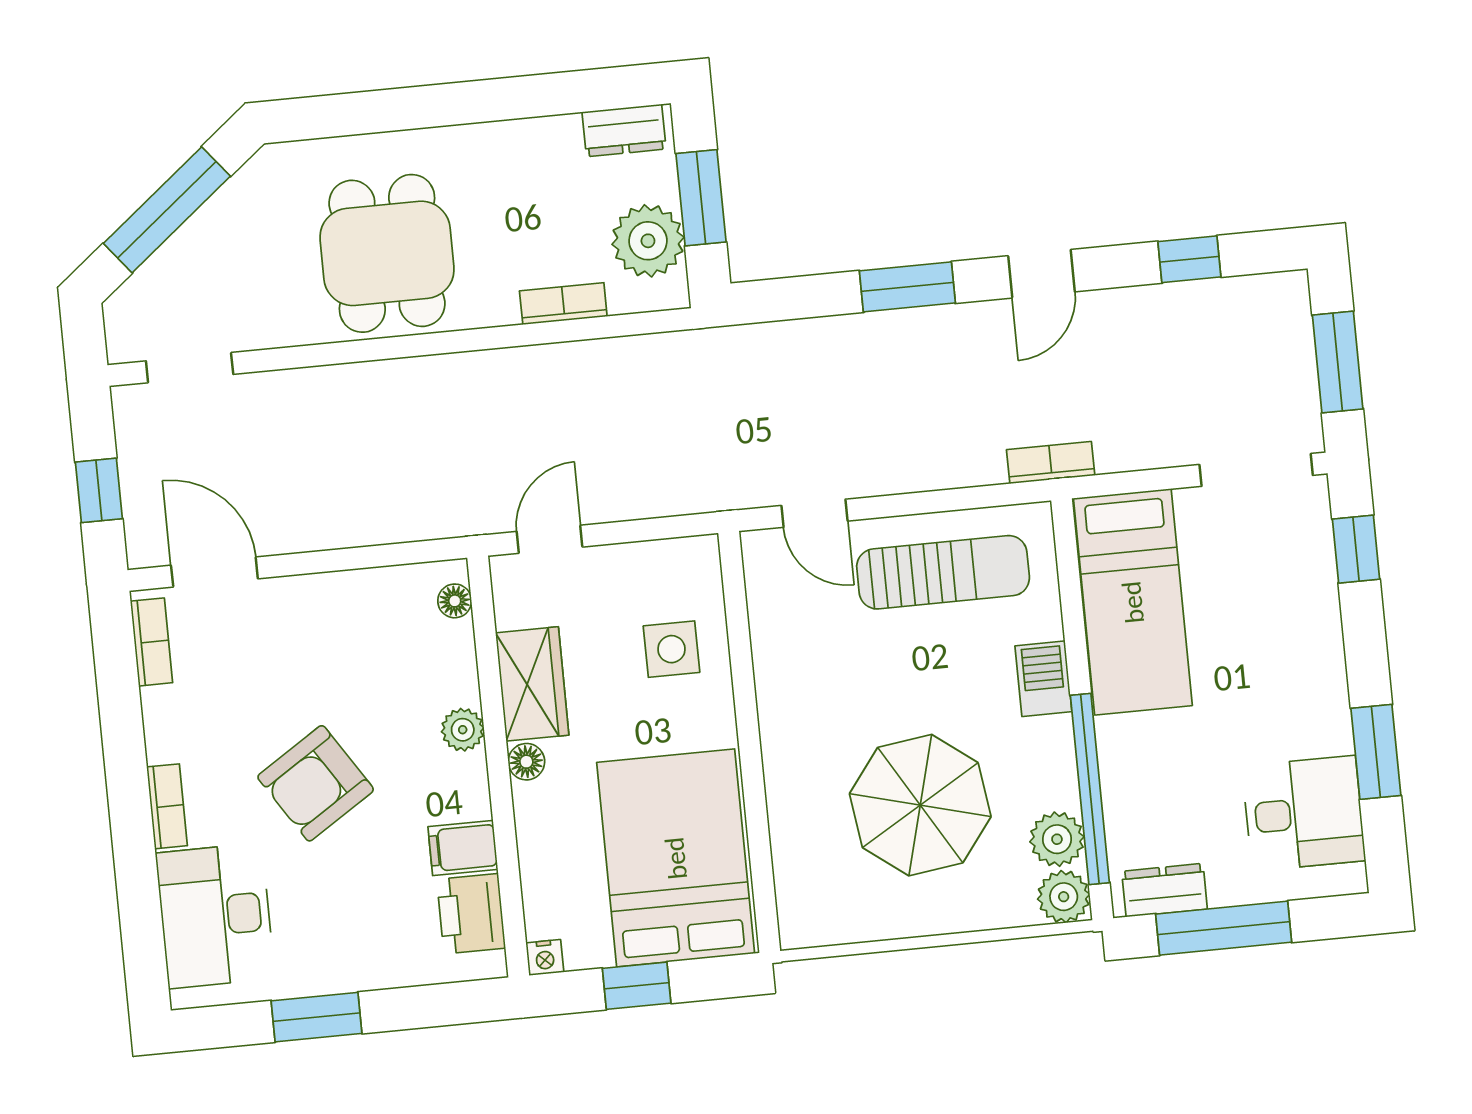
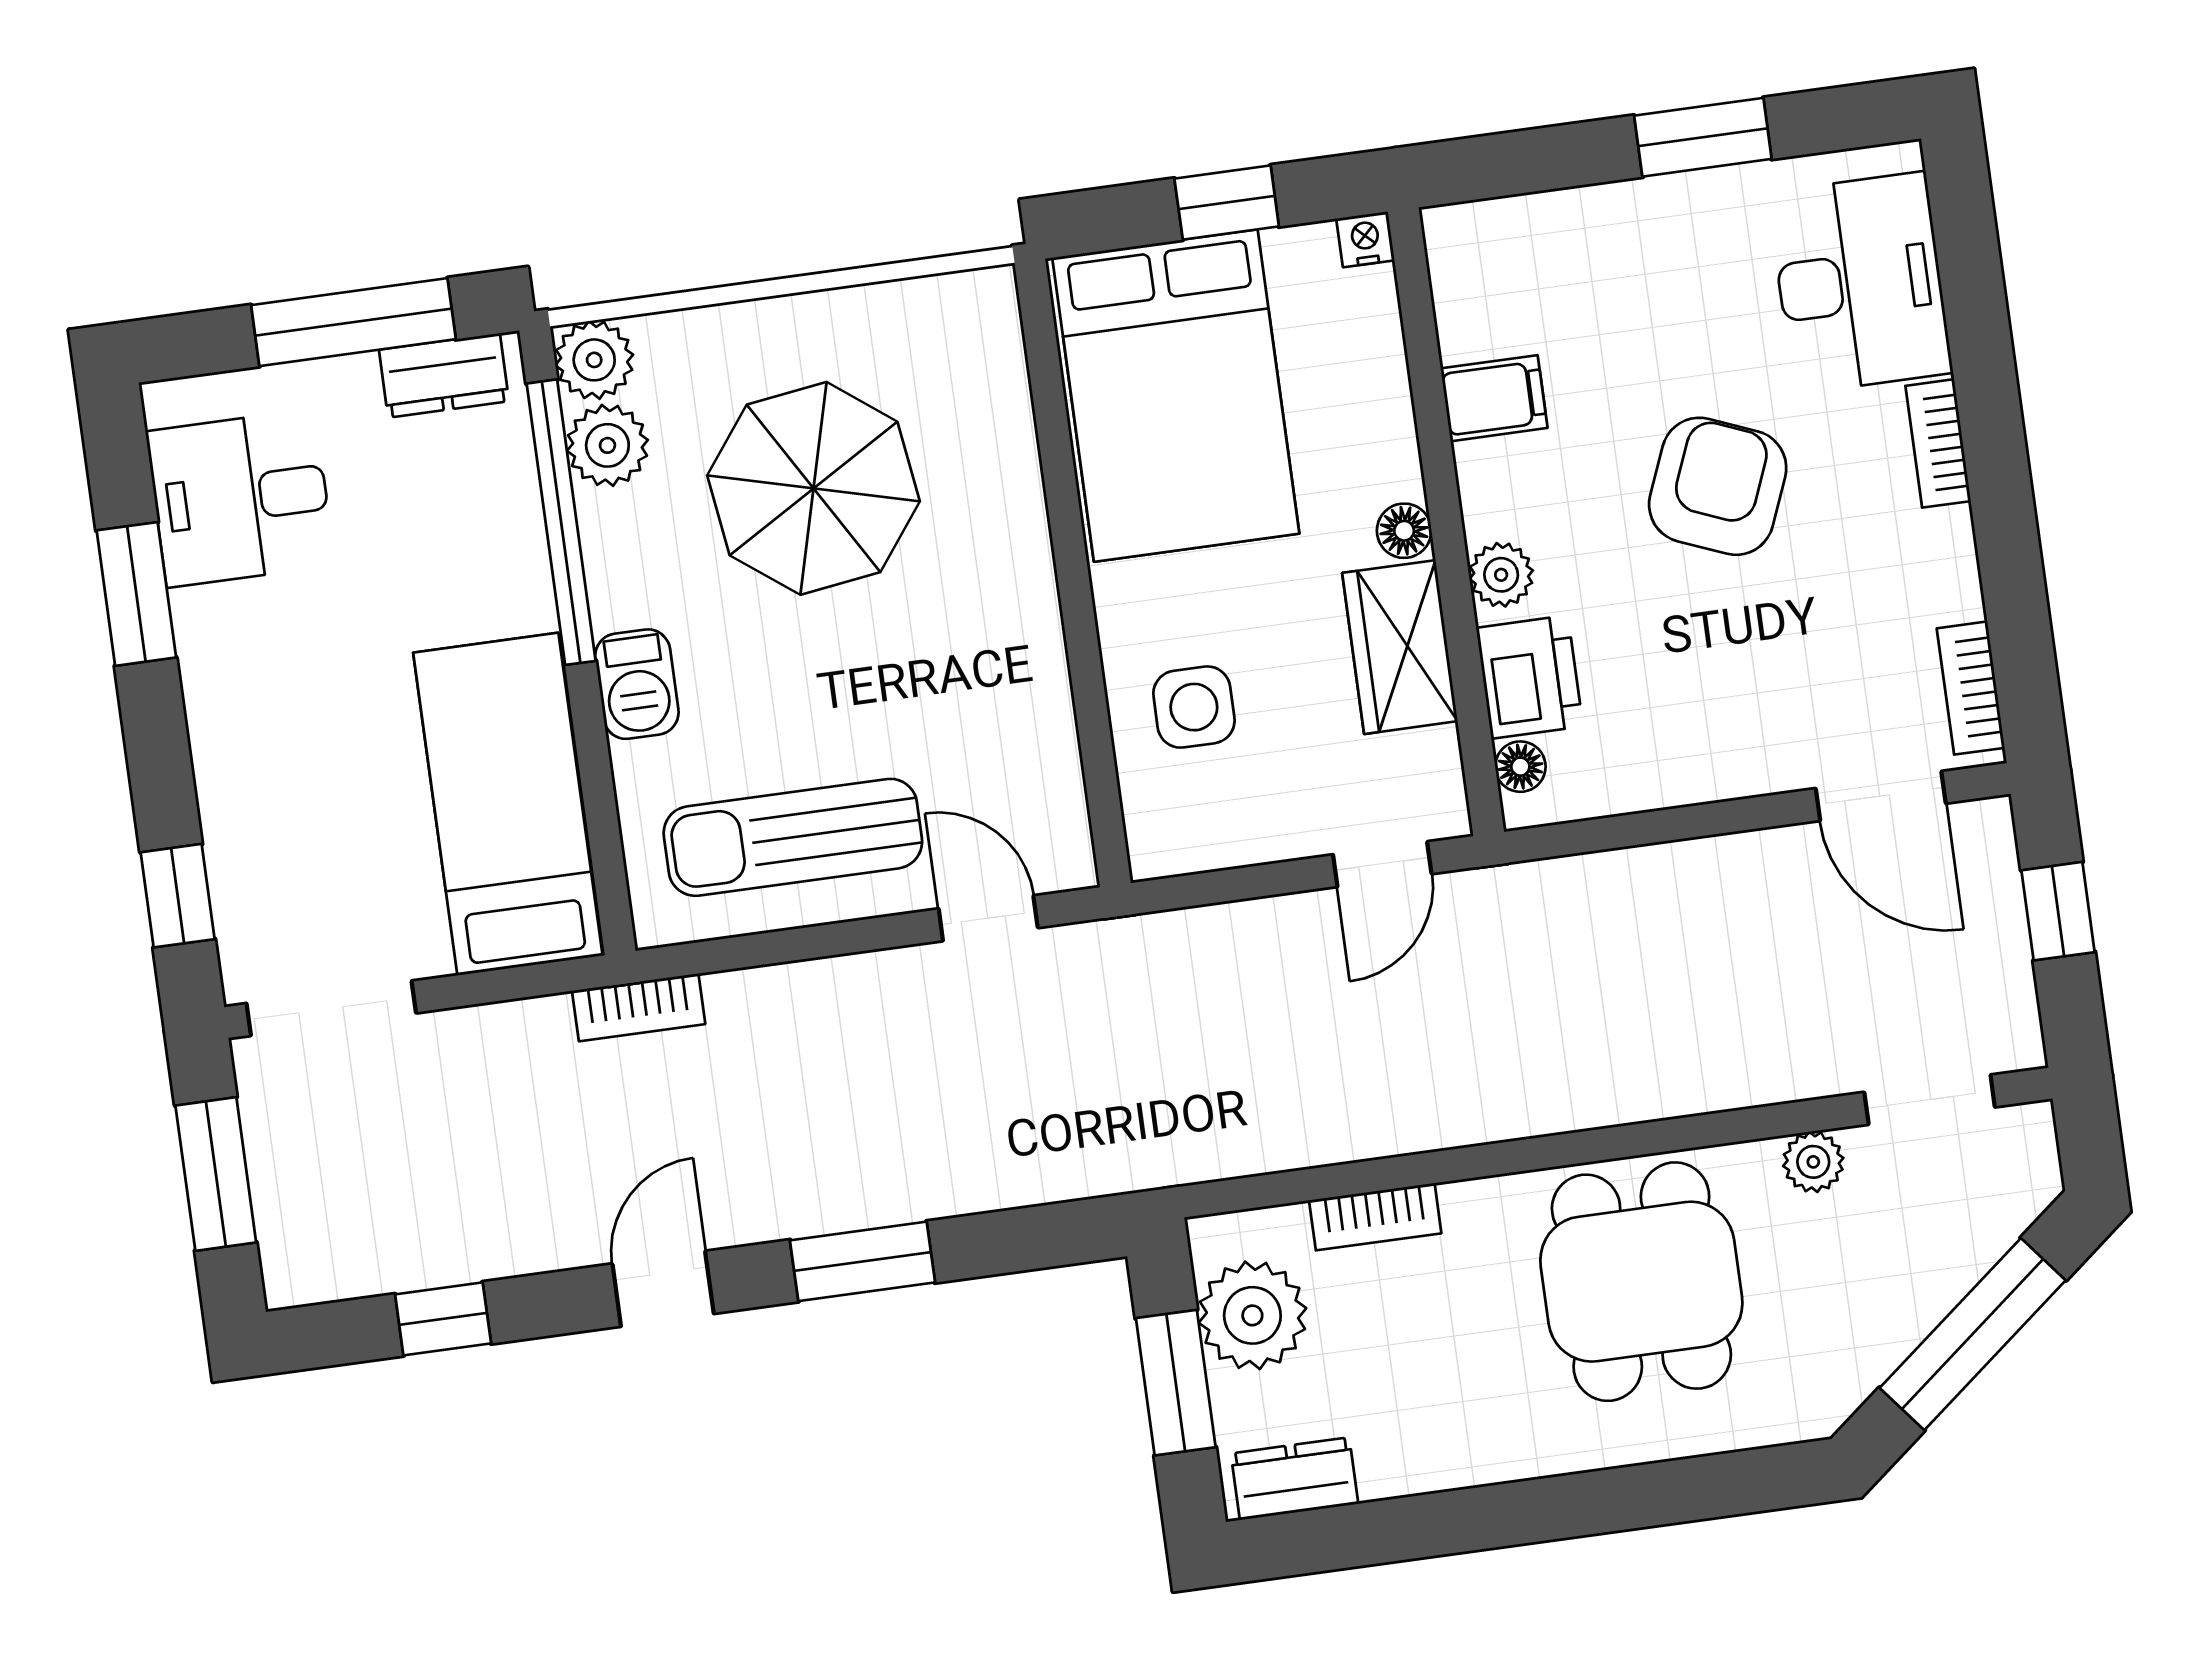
plant: (269, 329) -> (1813, 1162), added
armchair: (316, 783) -> (1718, 486), turned -35
printer: (471, 914) -> (1530, 677), moved

